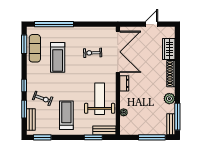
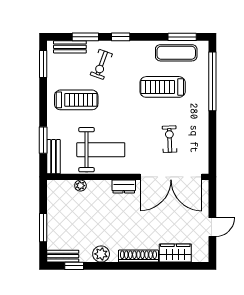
door: (151, 24) -> (212, 227), hinge flipped
window: (177, 117) -> (74, 266), width x0.46
window: (152, 137) -> (43, 228), width x0.69

